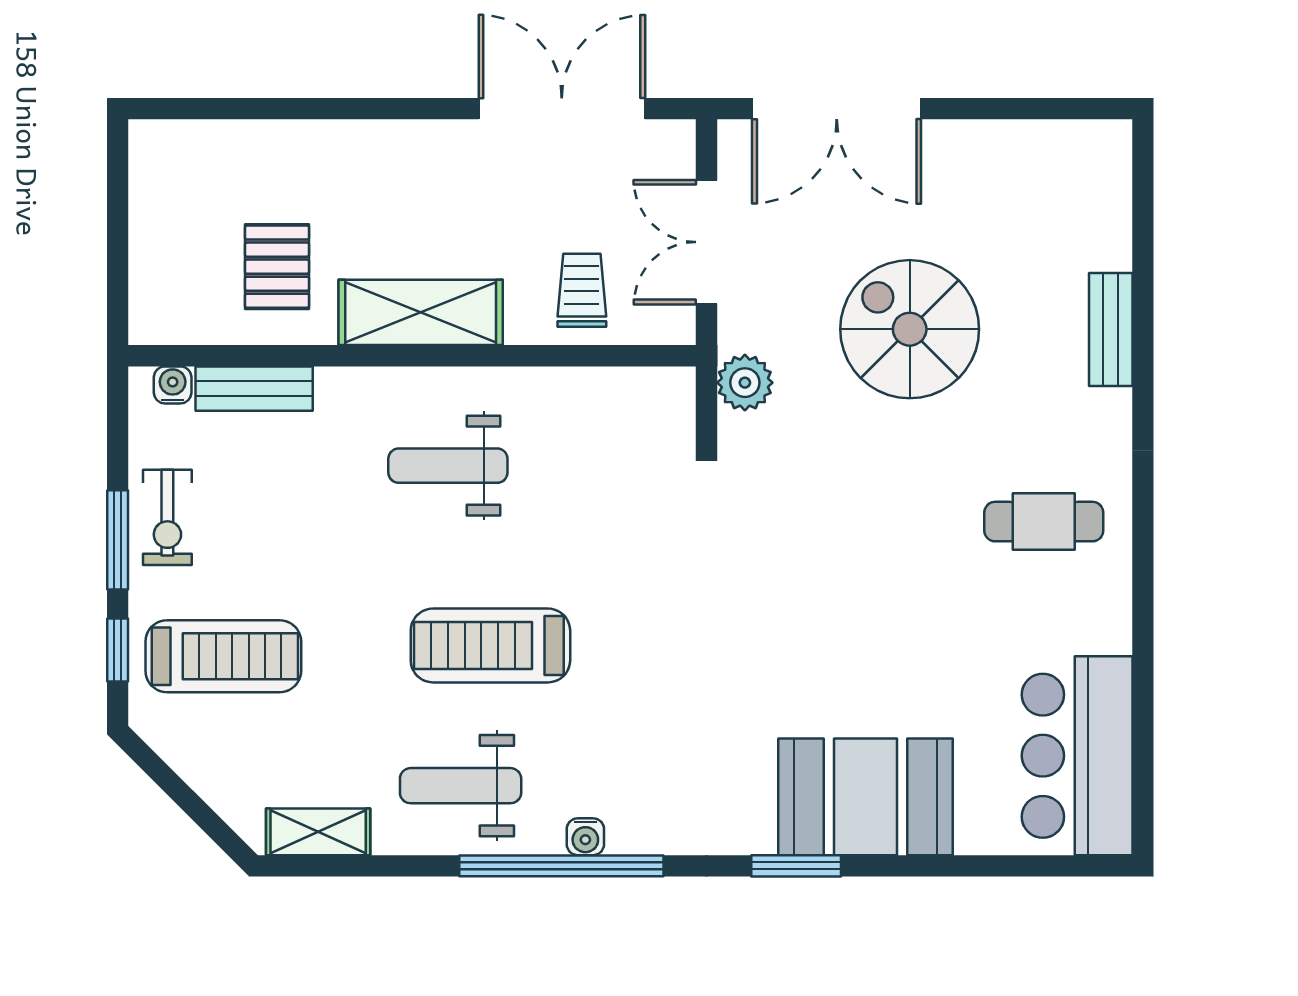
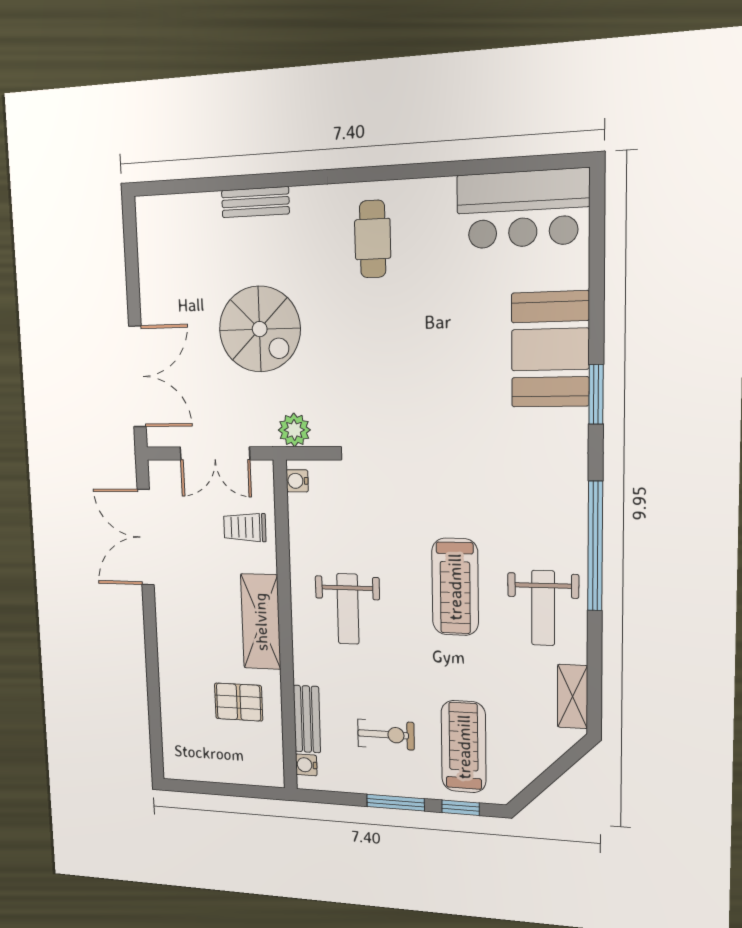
spiral stairs: (910, 329) -> (260, 329), turned -90
exercise bike: (167, 517) -> (386, 735), moved
water cooler: (585, 837) -> (297, 481), moved, turned 180

